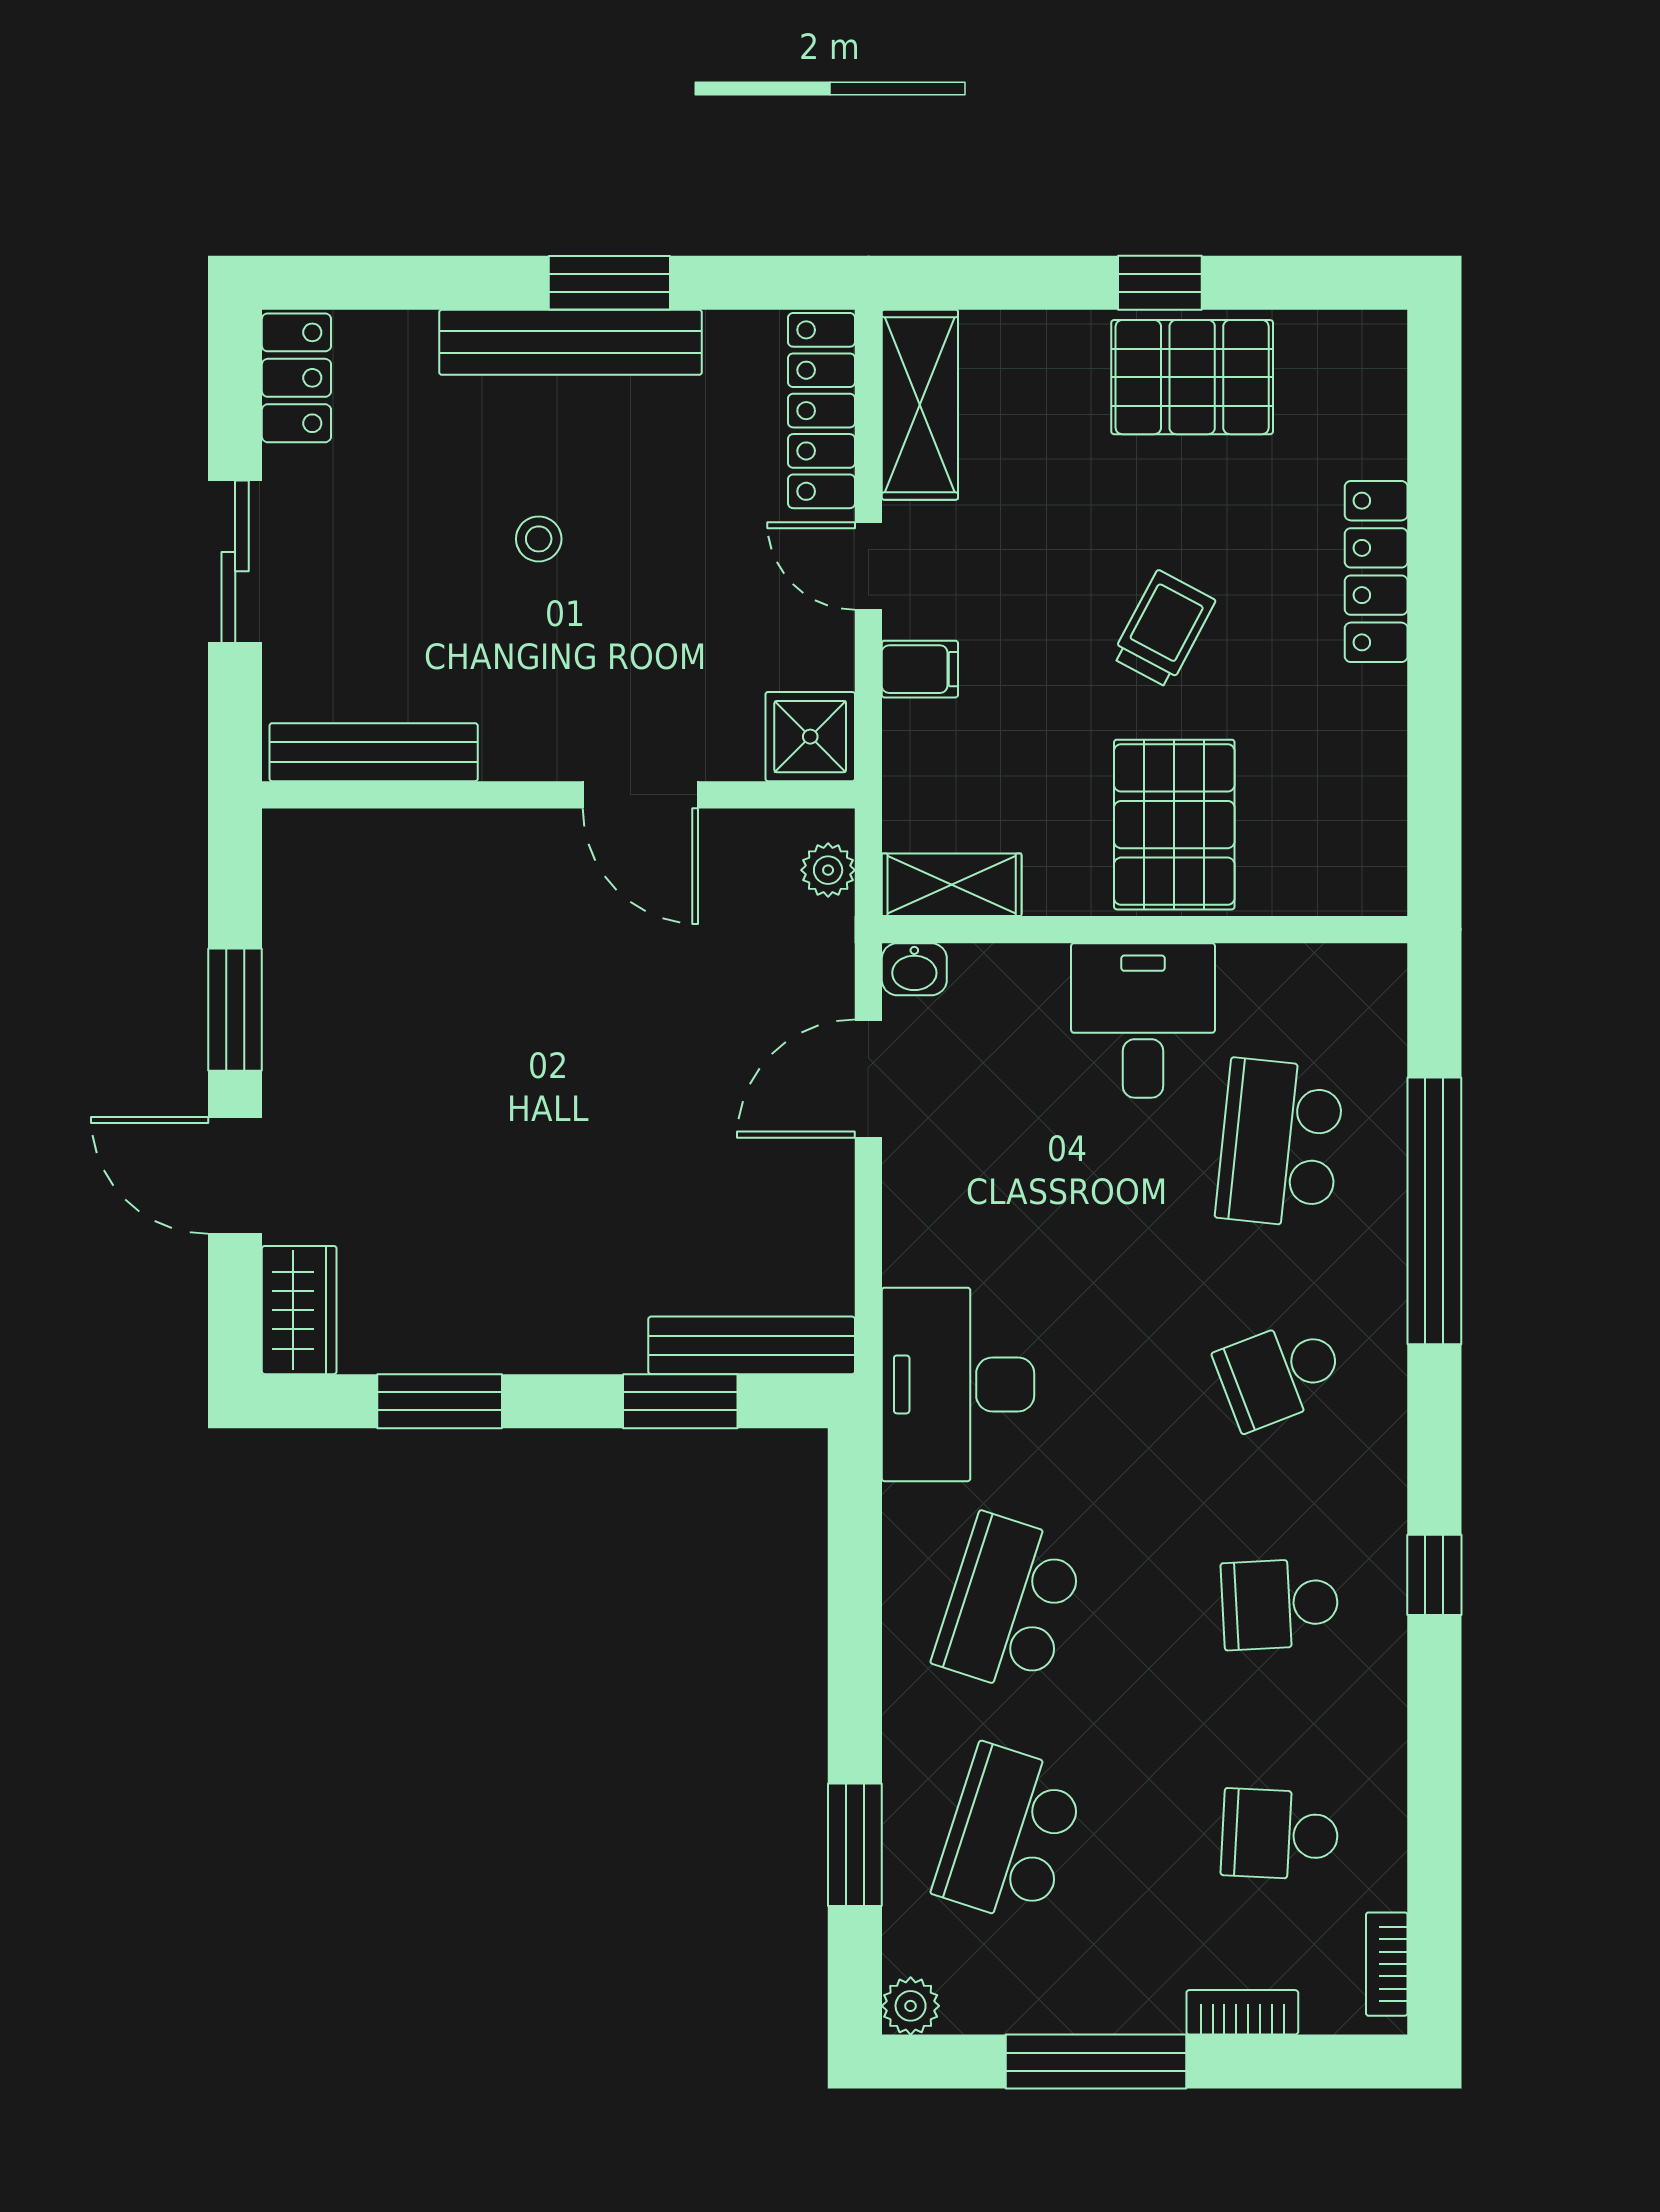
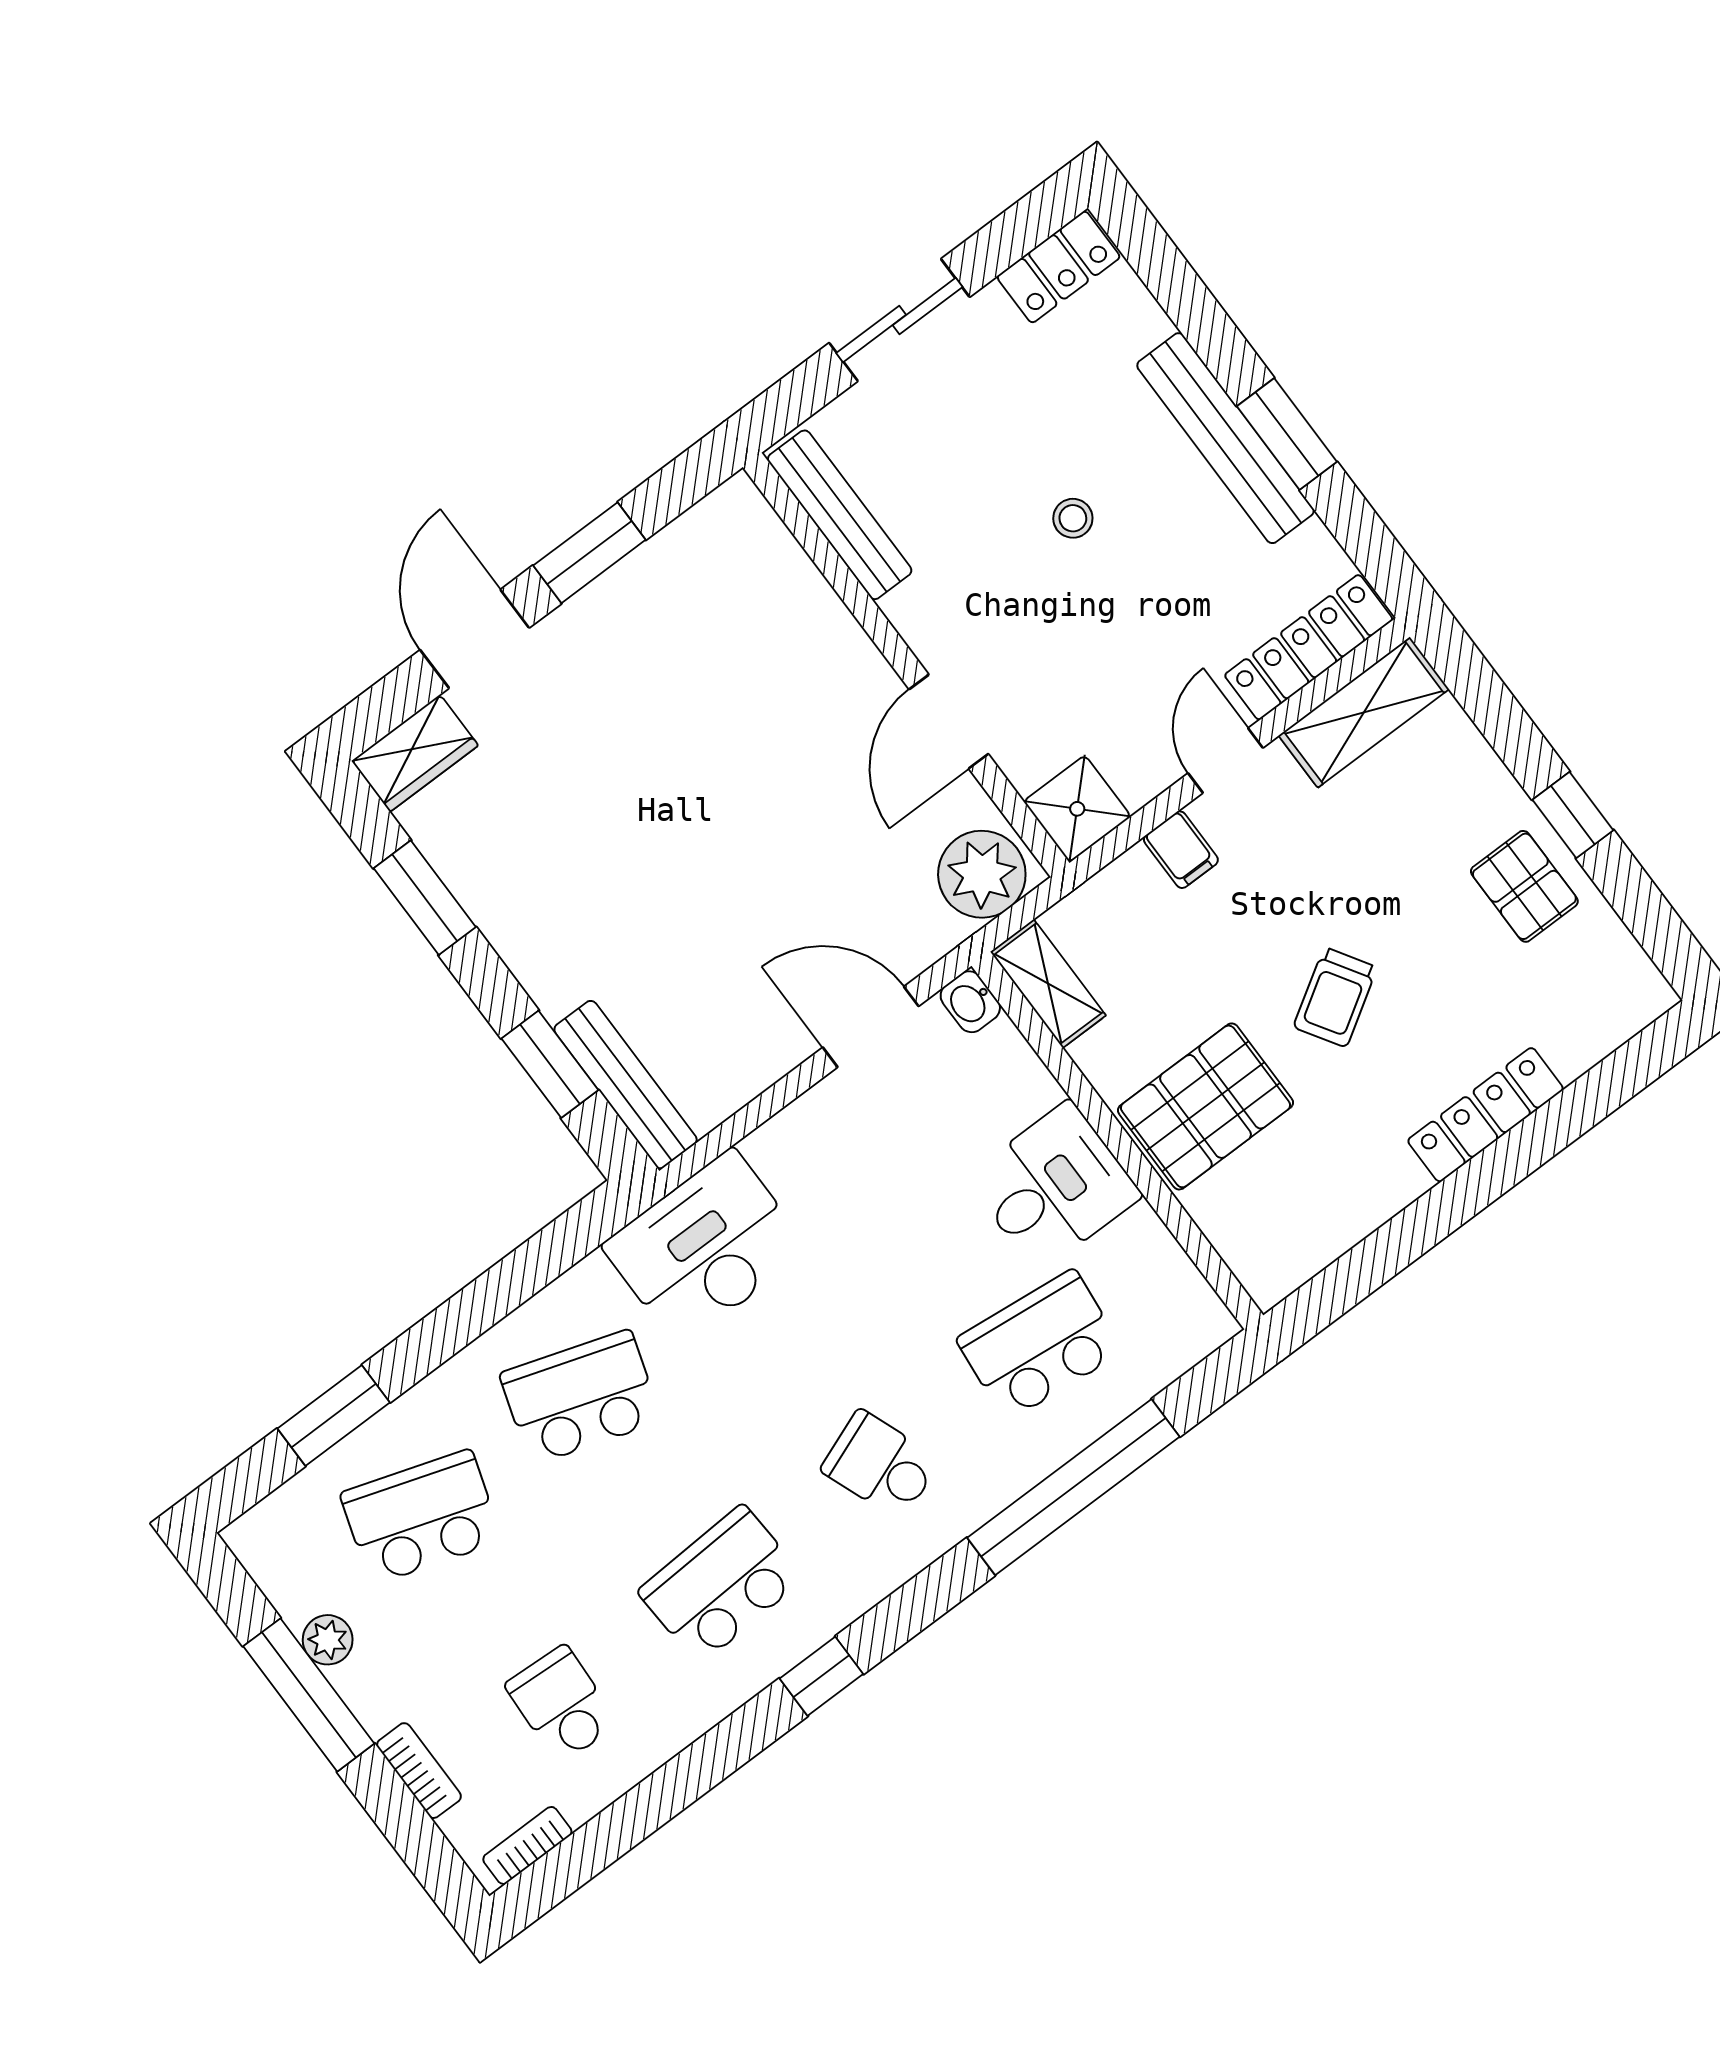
pallet: (1192, 377) -> (1524, 886), width x0.67, depth x0.71
trolley: (1163, 629) -> (1335, 997), turned 120
plant: (828, 870) -> (982, 874), width x1.87, depth x1.87
school desk: (1280, 1604) -> (721, 1585), width x1.85
plant: (911, 2006) -> (328, 1640), moved

